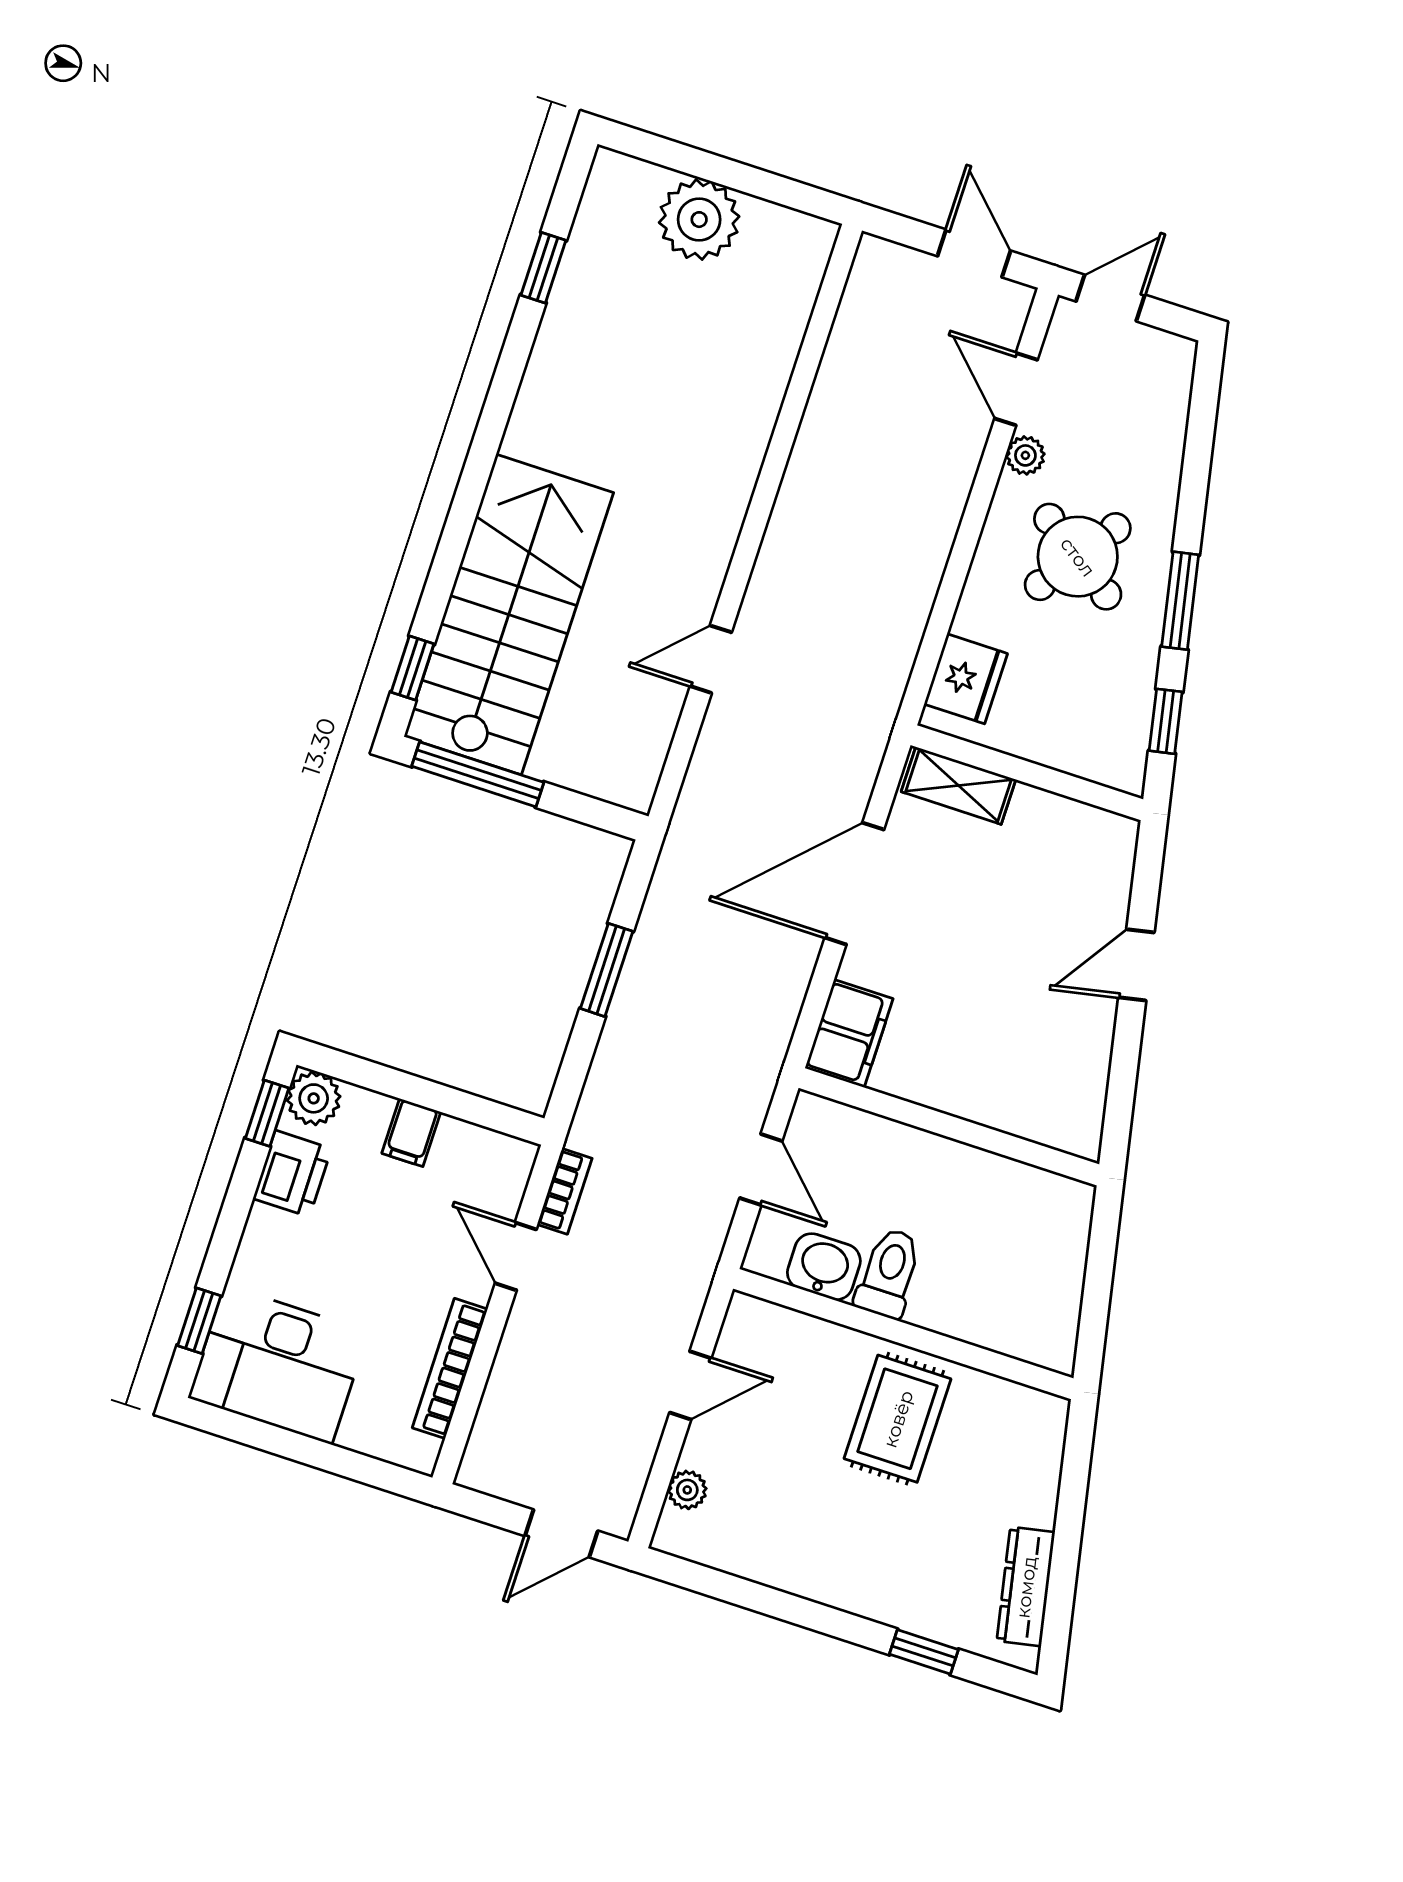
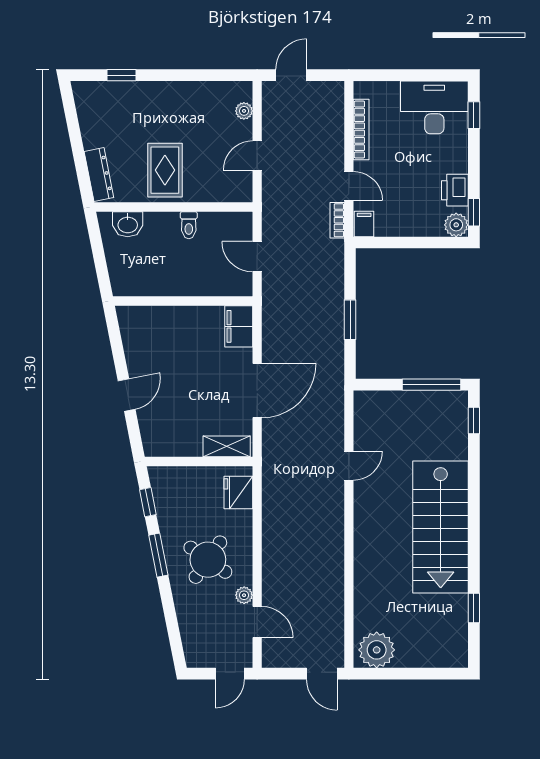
plant: (699, 220) -> (377, 650), moved
door: (974, 253) -> (322, 674), moved
stairs: (509, 615) -> (441, 527), moved
filing cabinet: (411, 1133) -> (364, 224), moved
washbasin: (824, 1267) -> (128, 224), moved
toilet: (889, 1273) -> (189, 225), width x0.73, depth x0.72
dresser: (1026, 1587) -> (99, 174), moved

